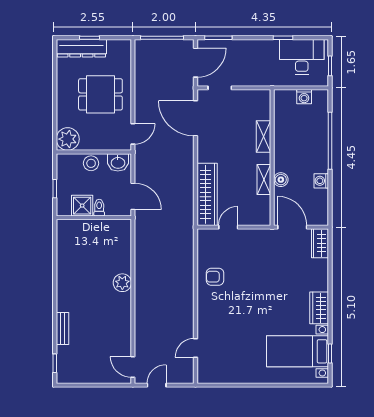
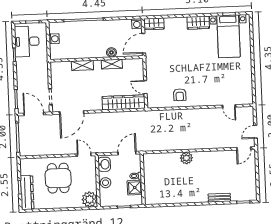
washing machine: (321, 181) -> (137, 24), moved
door: (157, 385) -> (255, 132), hinge flipped

